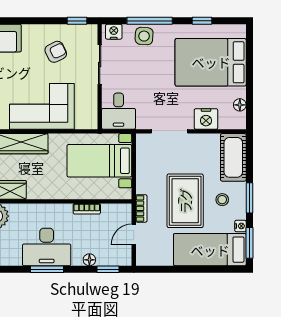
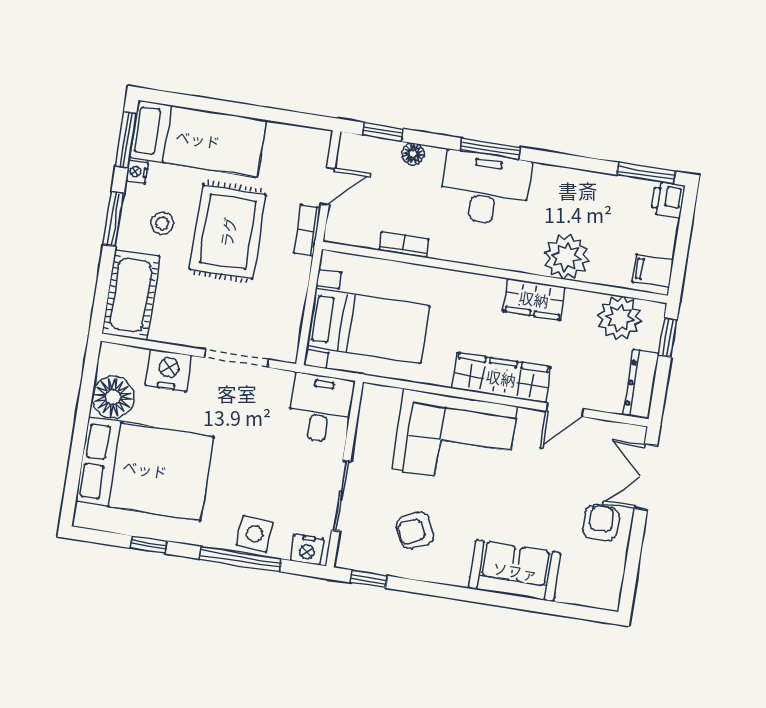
floor lamp: (240, 105) -> (113, 397), width x1.89, depth x1.89

